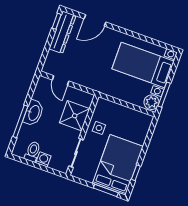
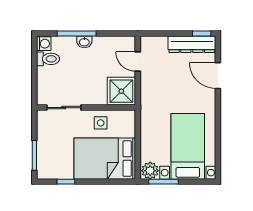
door: (61, 81) -> (138, 62), hinge flipped
washbasin: (34, 113) -> (84, 42), width x0.52, depth x0.69
shower: (75, 116) -> (121, 91), moved
washing machine: (43, 159) -> (44, 44), moved
bed: (118, 165) -> (105, 159), moved, turned 180

